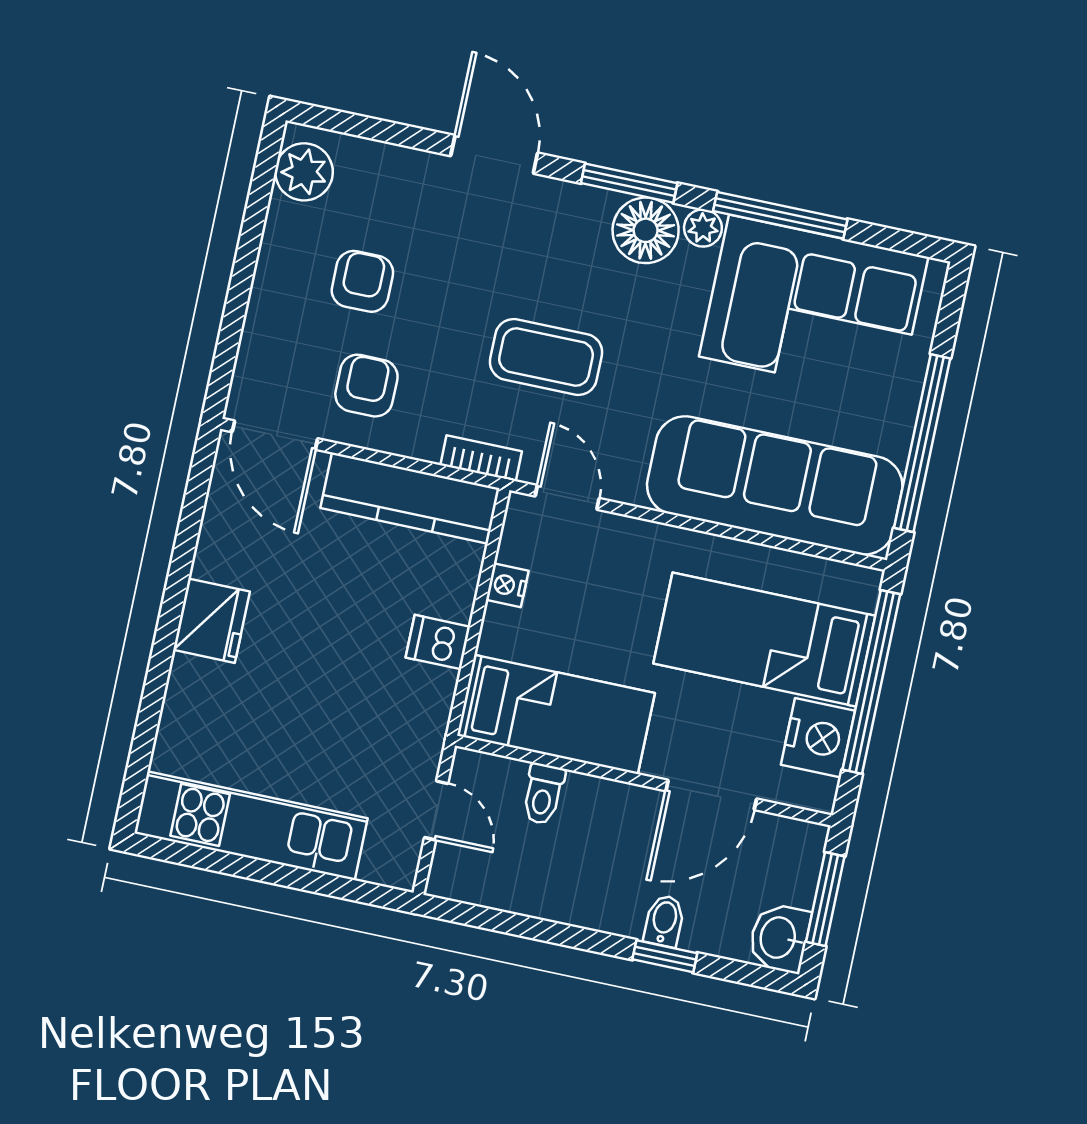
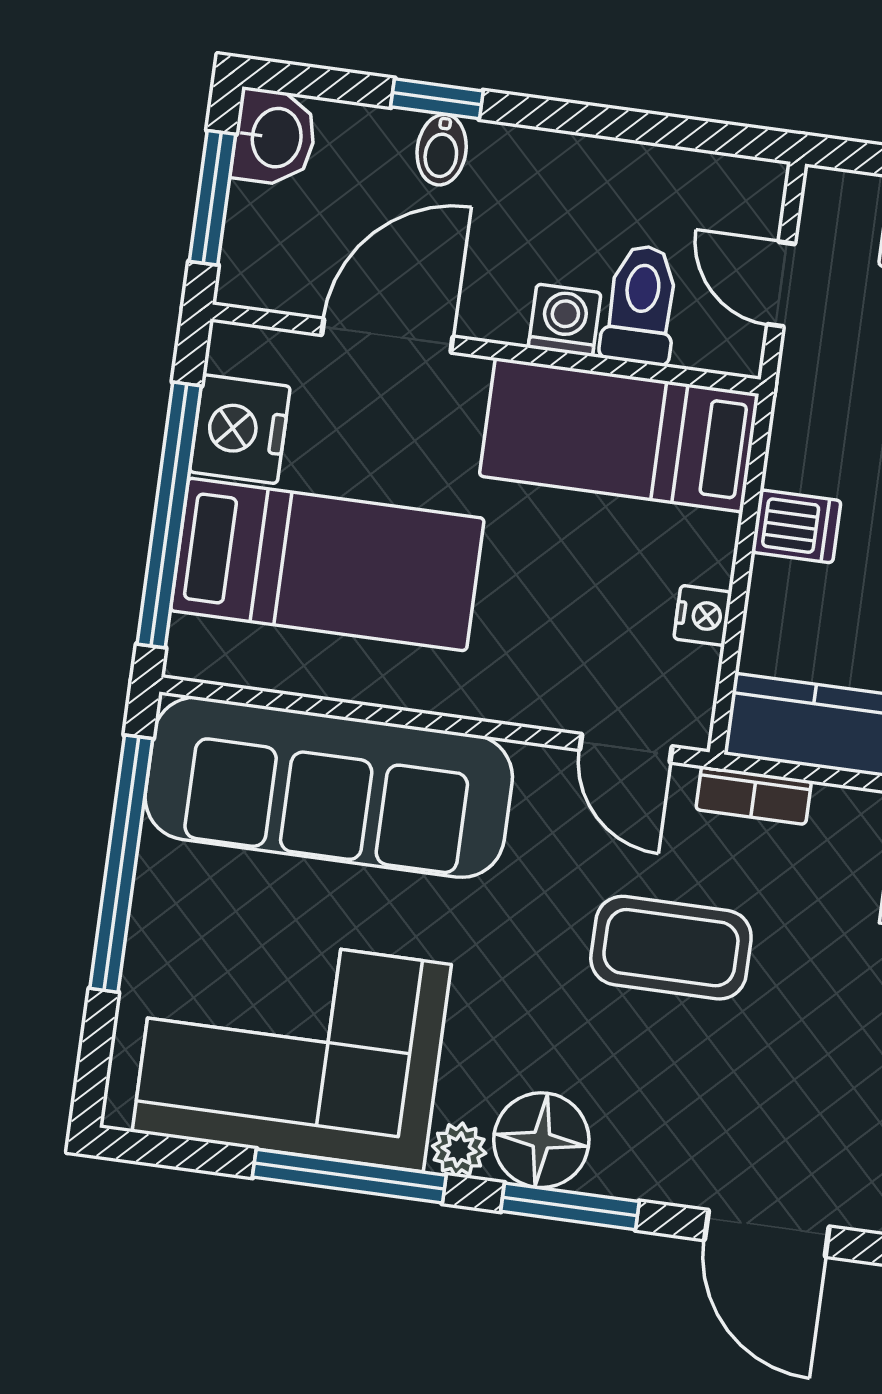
toilet: (543, 794) -> (641, 304), width x1.37, depth x1.39
washing machine: (588, 797) -> (565, 320), added

